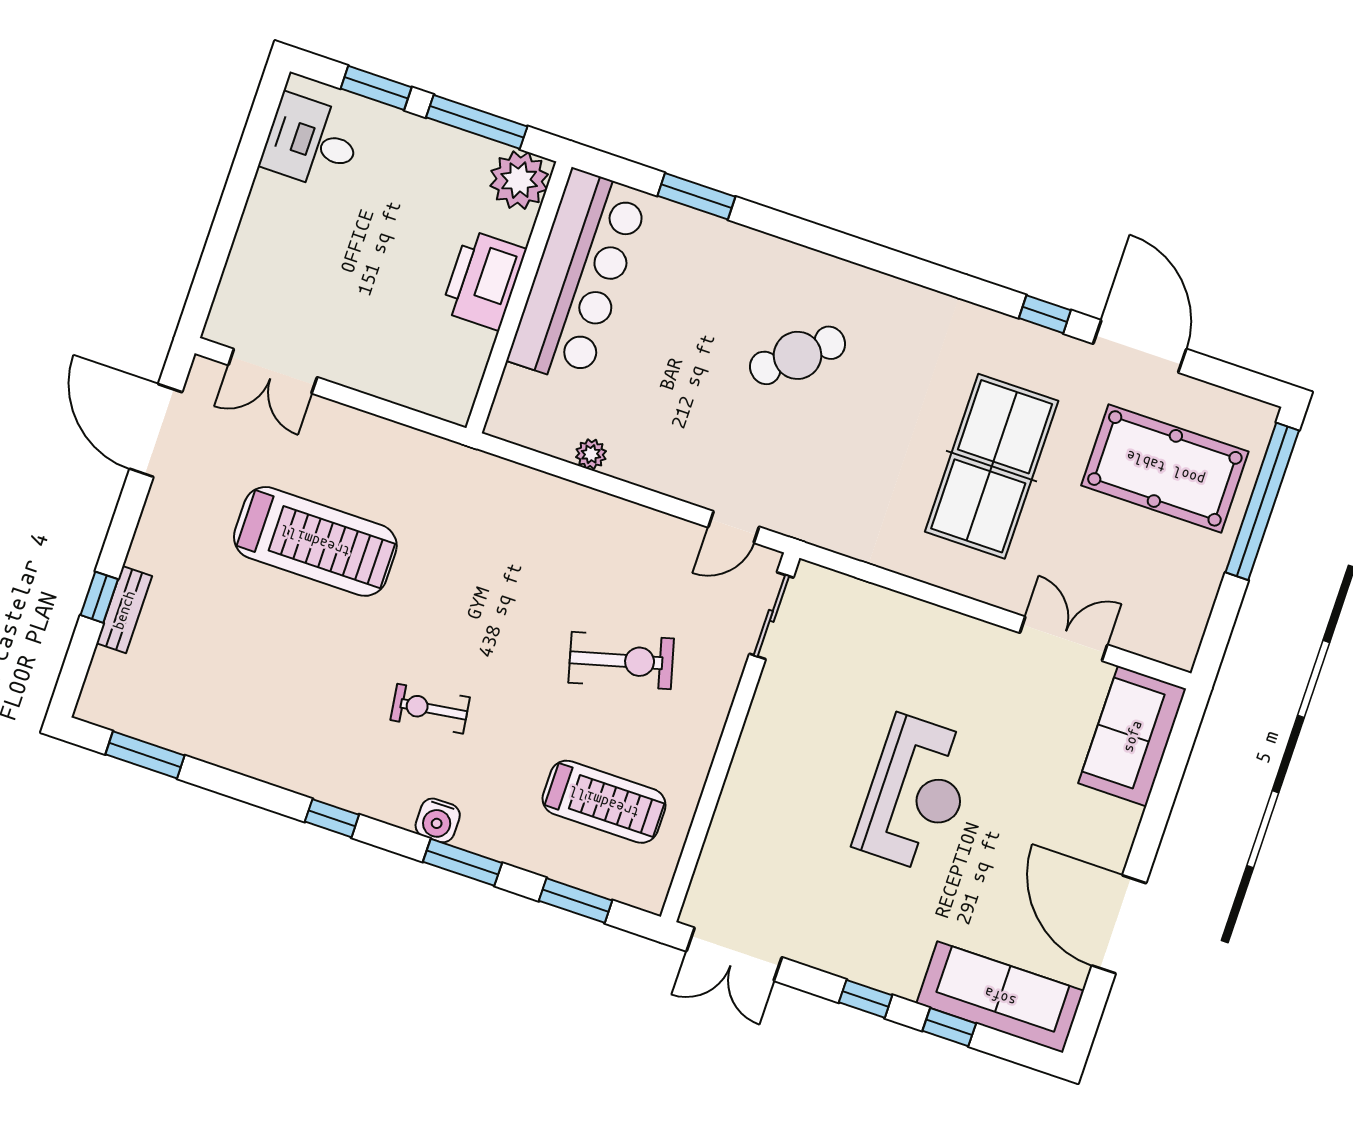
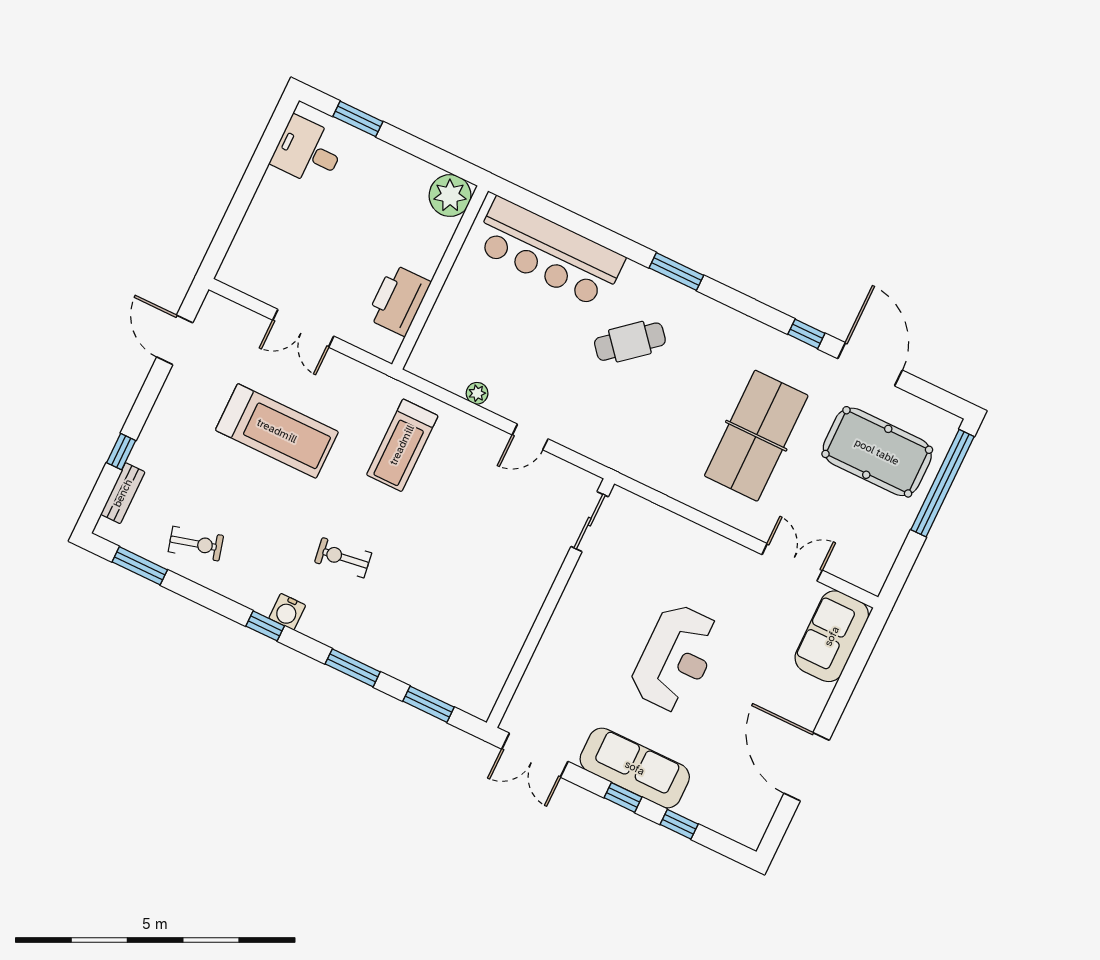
window: (477, 122) -> (425, 151), removed
window: (696, 196) -> (676, 272), moved
bar counter: (578, 277) -> (549, 252), moved, turned 90
printer: (483, 280) -> (399, 300), moved
double door: (273, 371) -> (303, 328), moved
door: (156, 431) -> (175, 340), width x0.73
door: (734, 527) -> (530, 437), moved
bench: (124, 610) -> (123, 493), moved
exercise bike: (621, 661) -> (196, 544), moved, width x0.73, depth x0.72
treadmill: (604, 802) -> (402, 445), moved, turned 90
water cooler: (438, 820) -> (287, 612), moved
sofa: (1000, 997) -> (635, 768), moved

